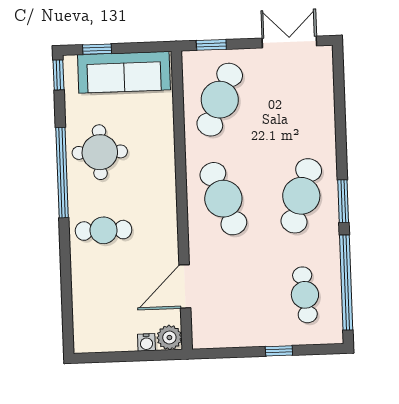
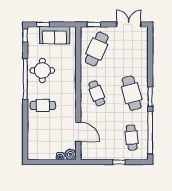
sofa: (124, 72) -> (54, 35), width x0.73
cafe table: (301, 196) -> (132, 93), turned -33
cafe table: (223, 199) -> (97, 93), width x0.73, depth x0.74
door: (185, 286) -> (78, 132), swing flipped

